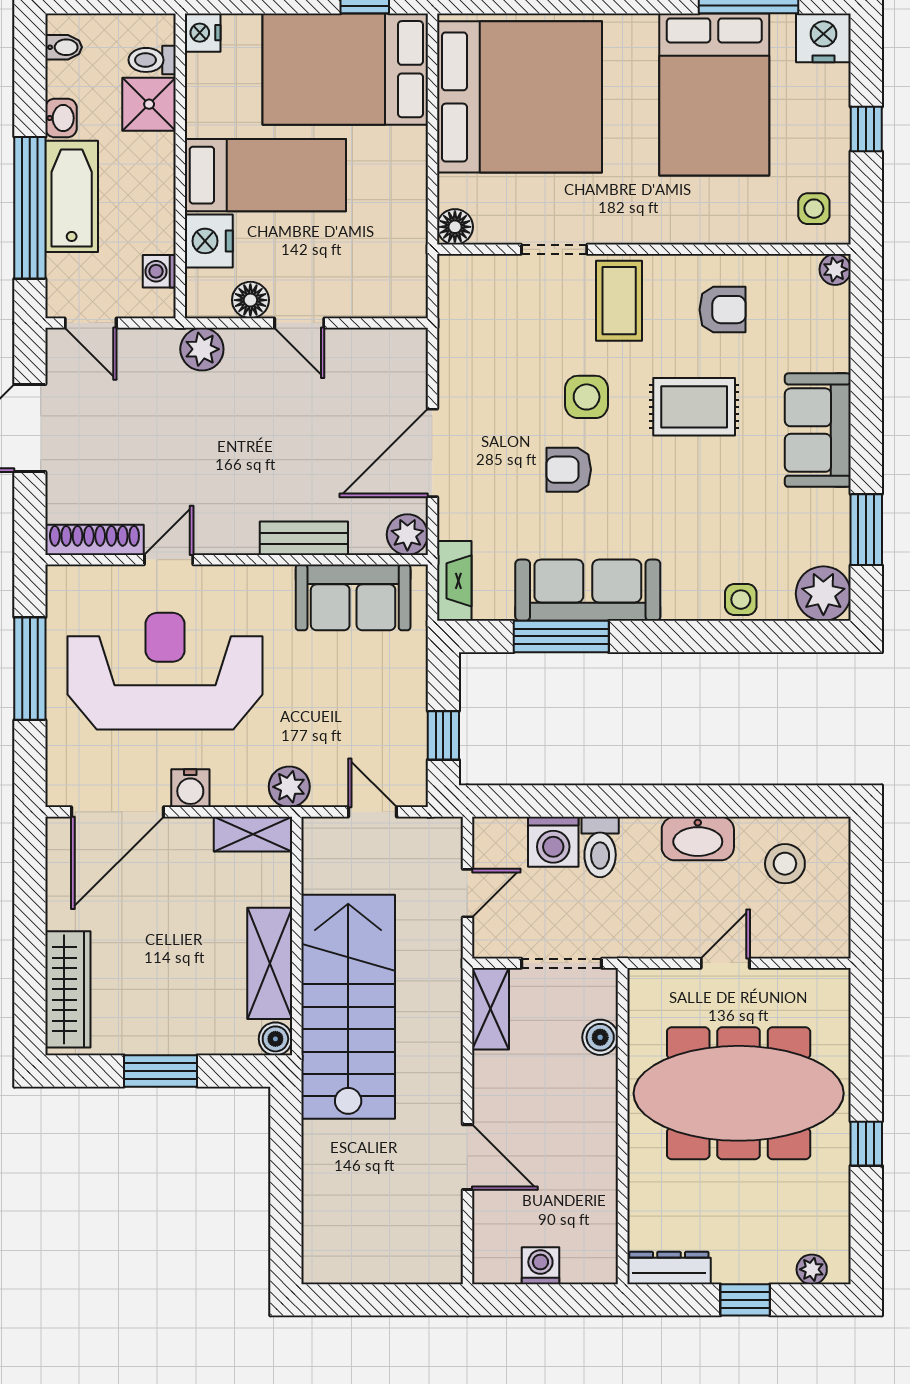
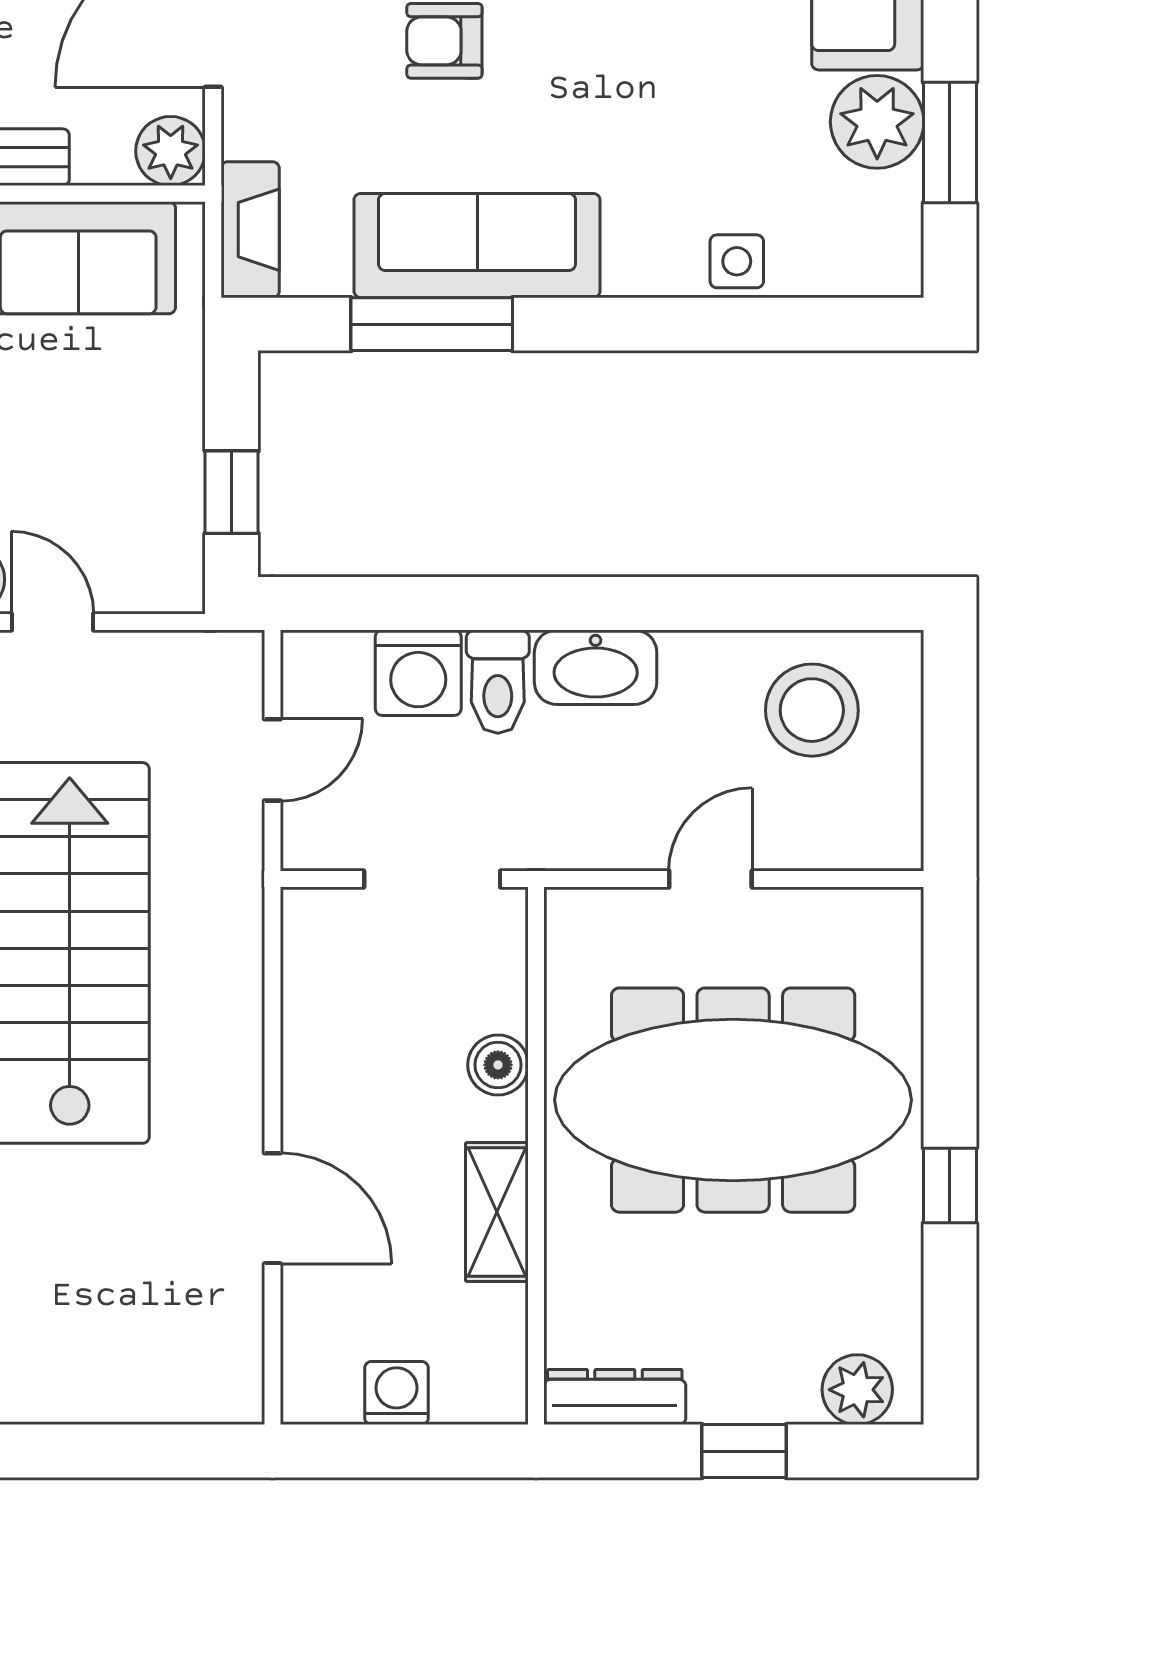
plant: (823, 594) -> (877, 122), moved
door: (373, 812) -> (52, 622), moved
washbasin: (698, 838) -> (596, 667), moved
stool: (785, 864) -> (812, 710), width x1.38, depth x1.38
shelving: (490, 1009) -> (497, 1212), moved
boiler: (600, 1037) -> (498, 1065), moved
plant: (812, 1269) -> (857, 1390), width x1.38, depth x1.38

